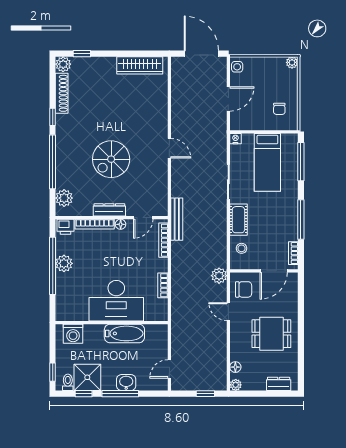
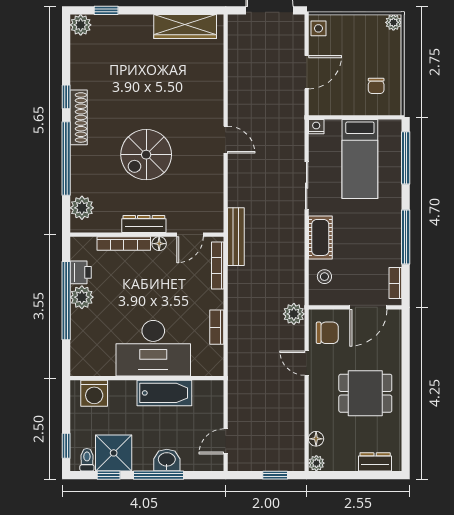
shoe rack: (62, 93) -> (79, 117), moved
printer: (66, 227) -> (81, 272), moved, turned -90

